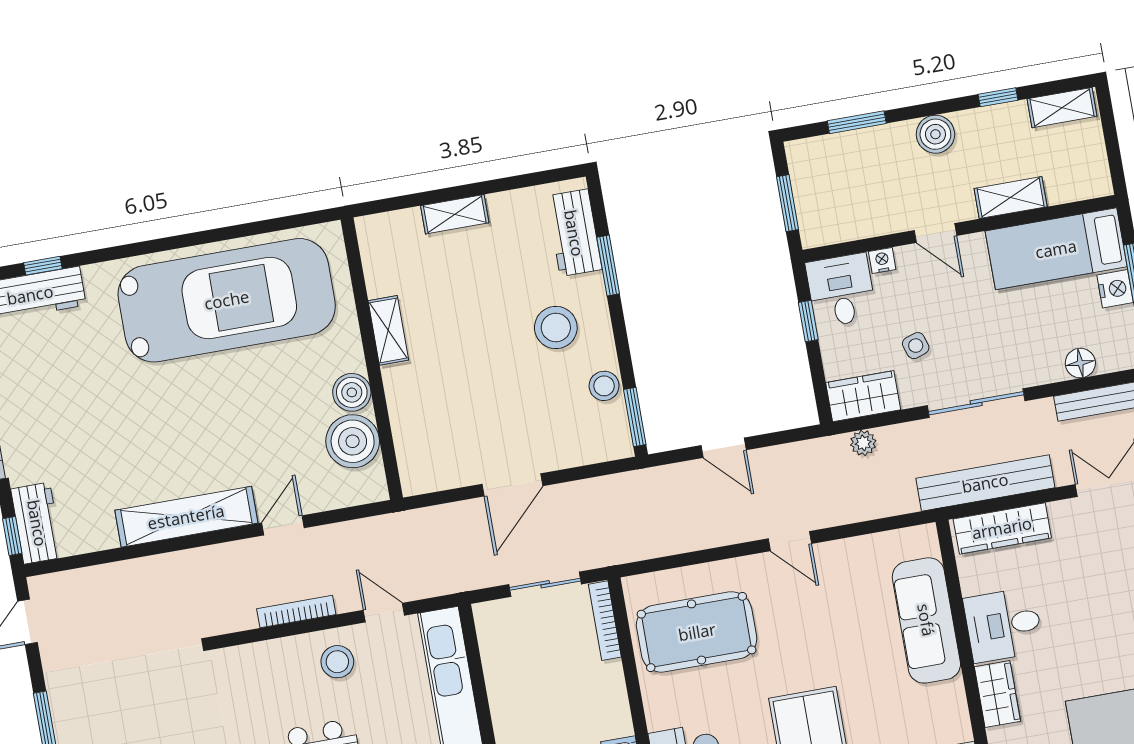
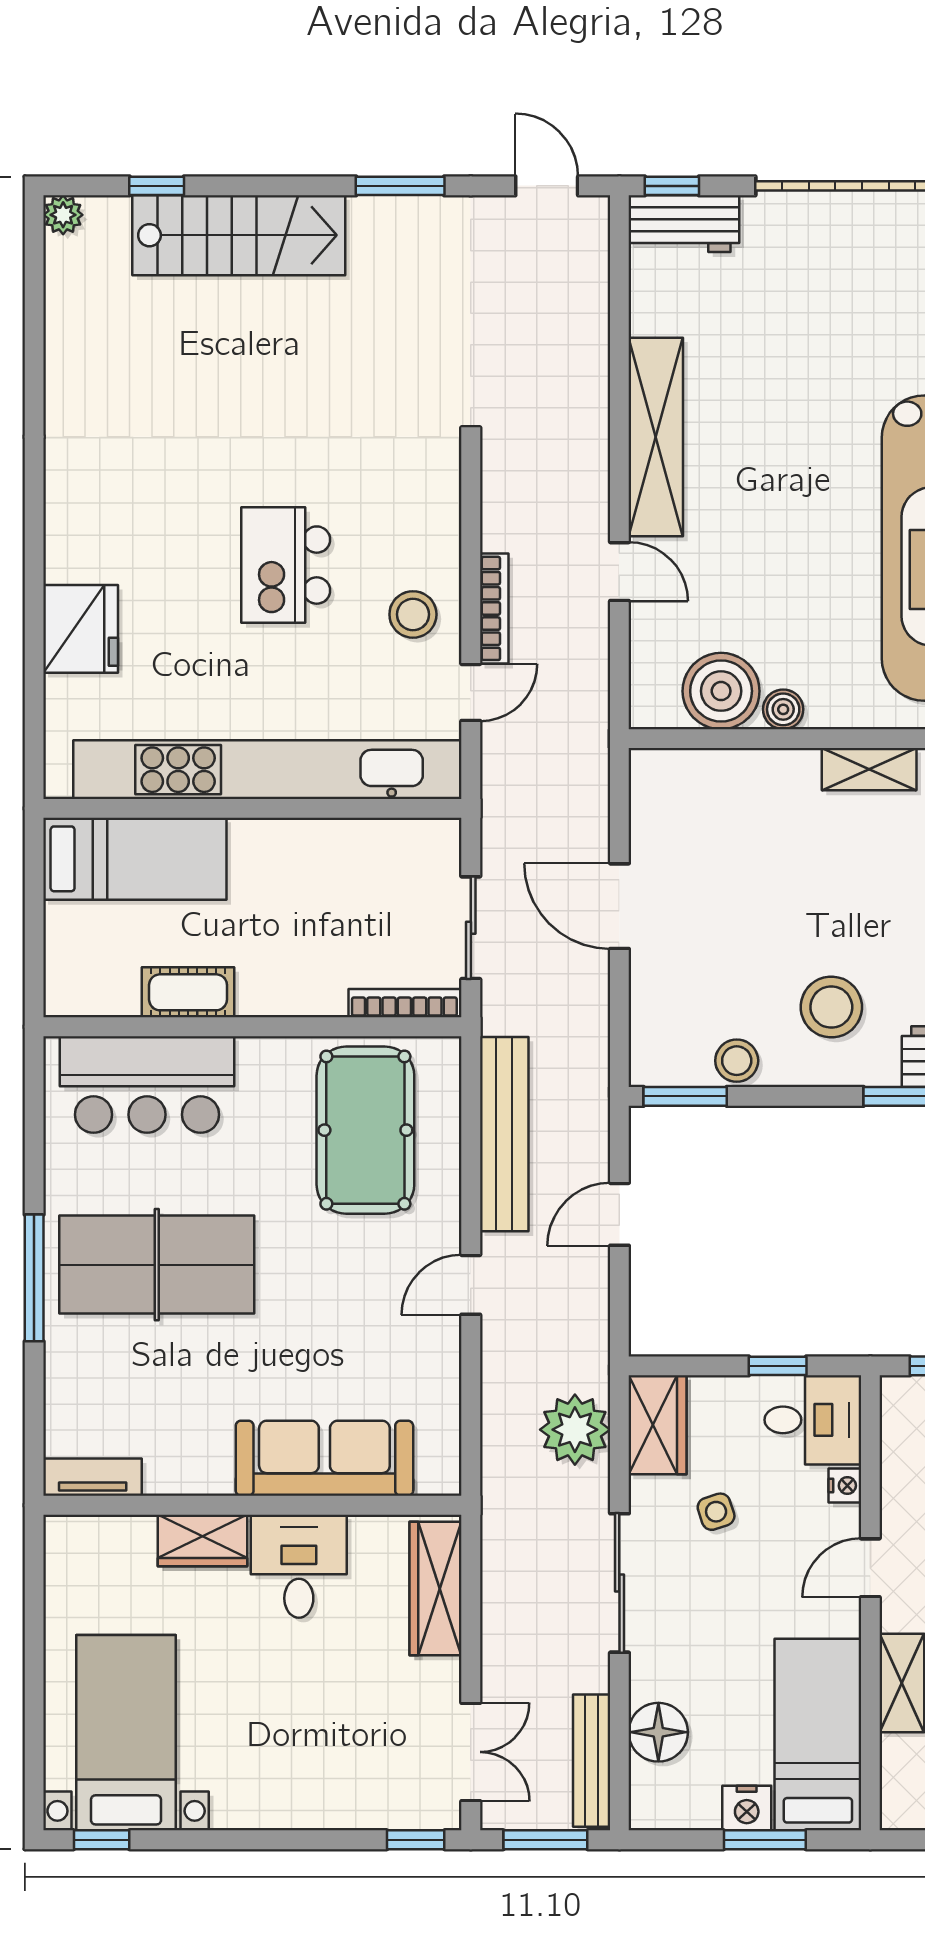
floor lamp: (1080, 363) -> (658, 1732), width x1.38, depth x1.38
boiler: (352, 392) -> (783, 709), width x0.73, depth x0.73
plant: (863, 443) -> (575, 1430), width x1.88, depth x1.88
bench: (985, 483) -> (504, 1134), moved
bookcase: (296, 612) -> (494, 608), moved

